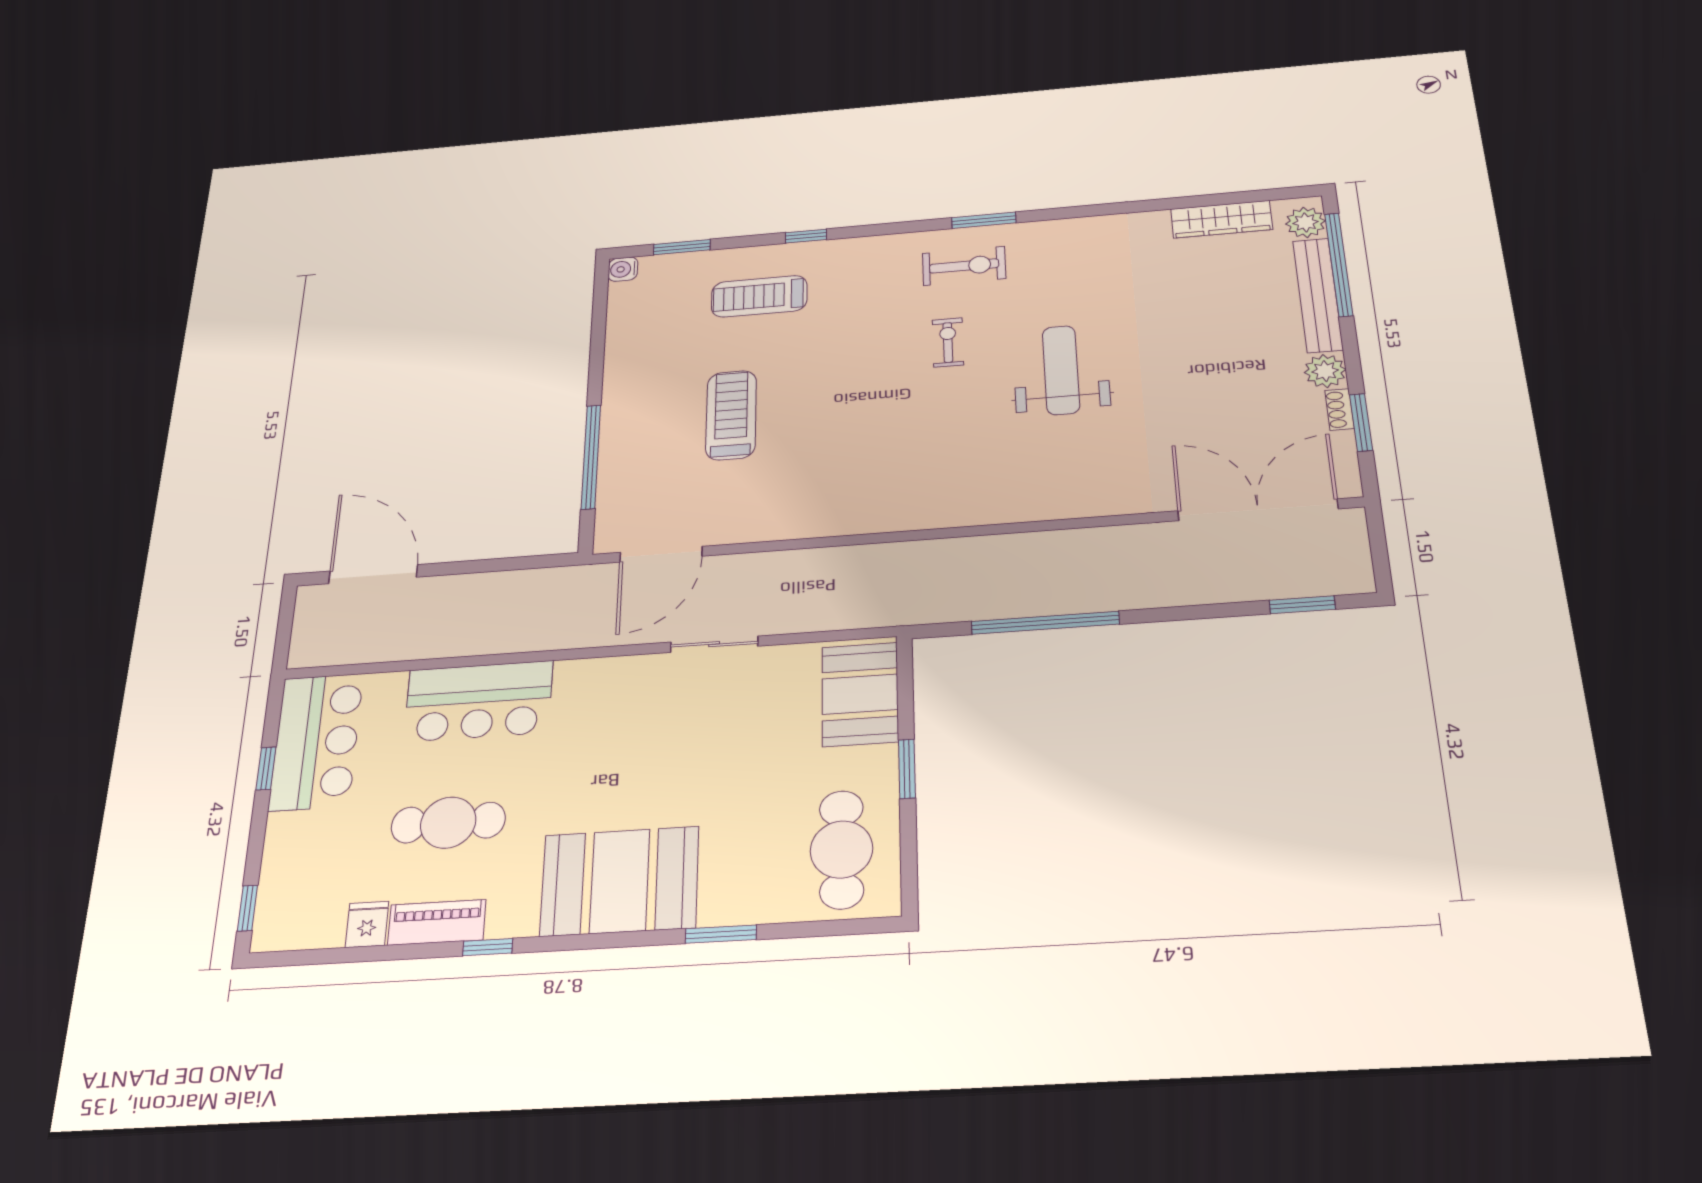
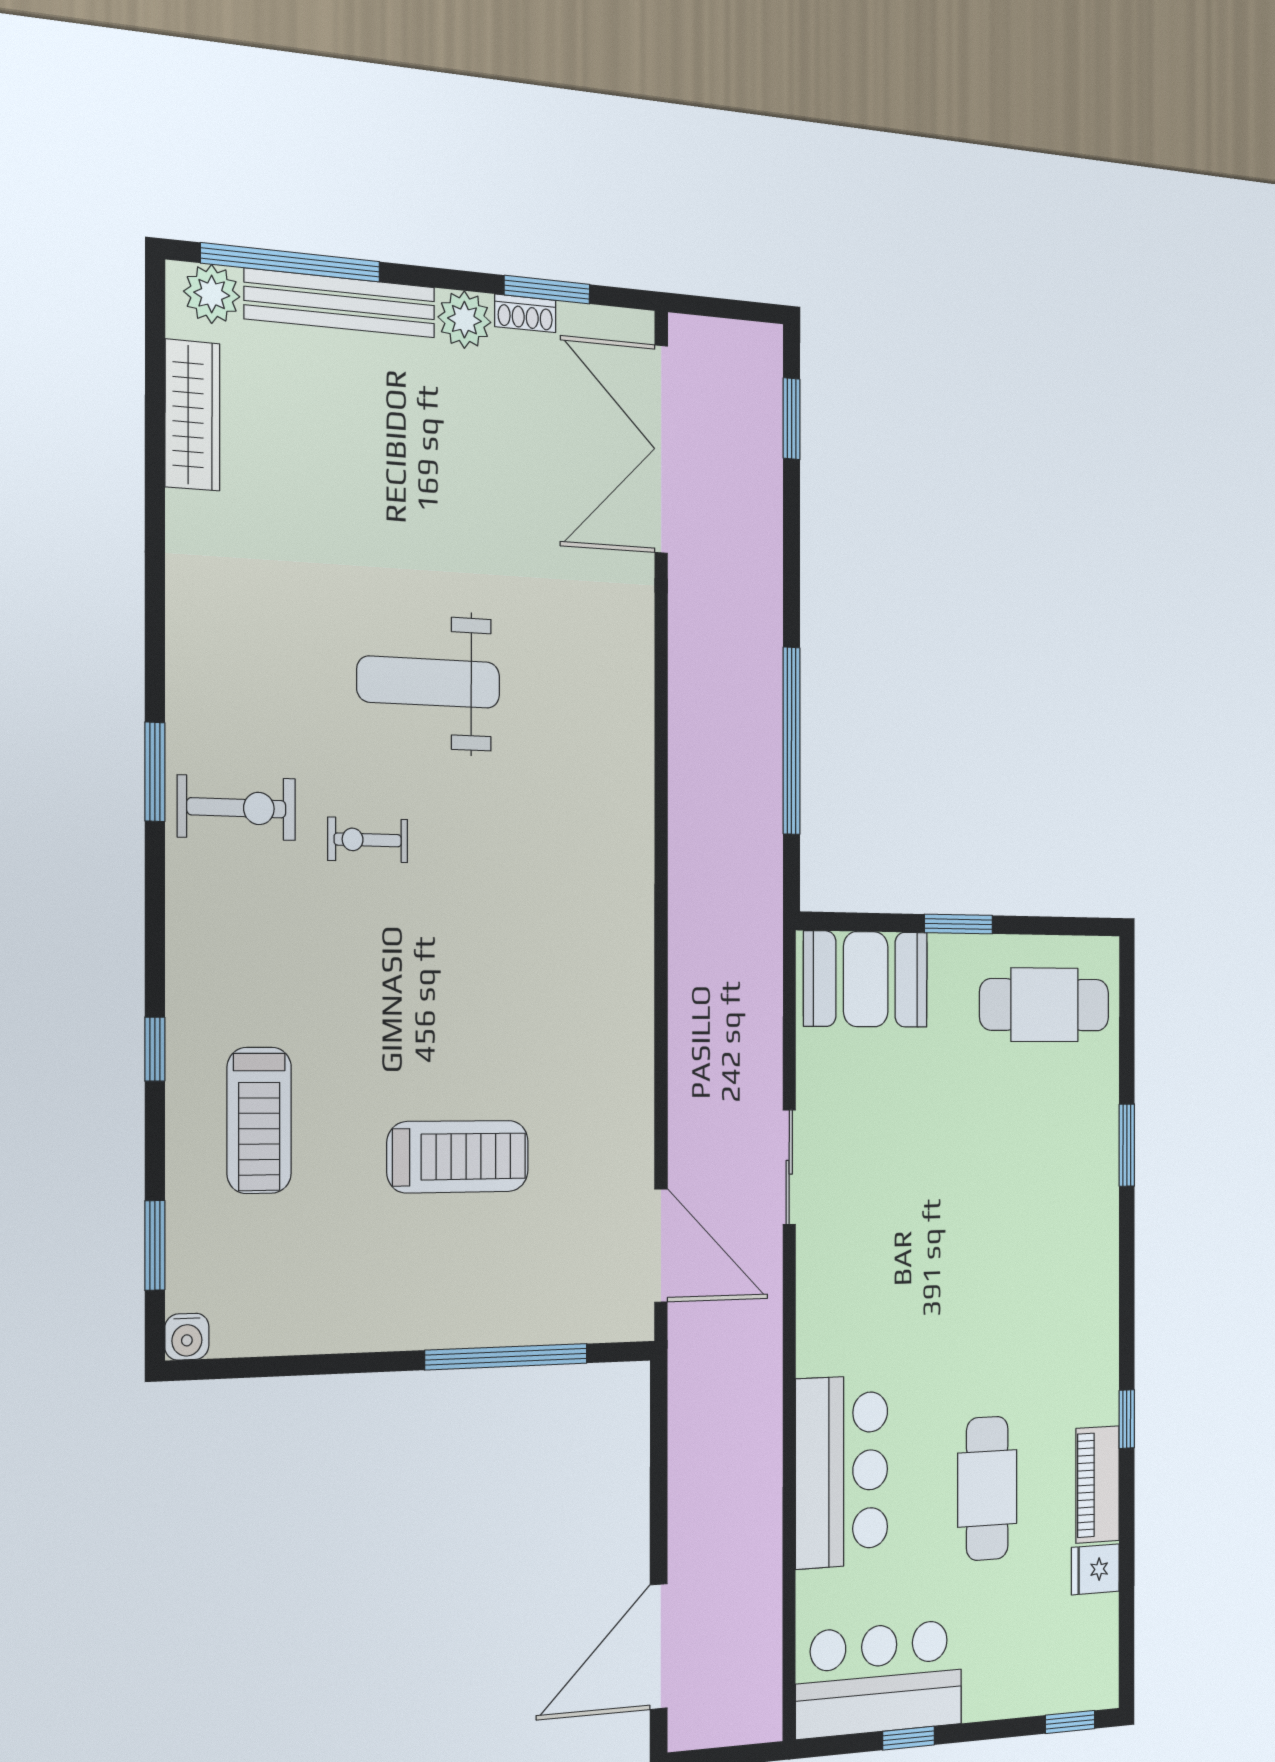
exercise bike: (964, 266) -> (236, 808), turned 90
treadmill: (731, 415) -> (458, 1157), turned 180
booth: (620, 881) -> (1065, 1268), removed

